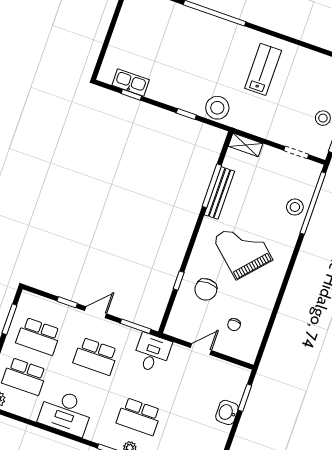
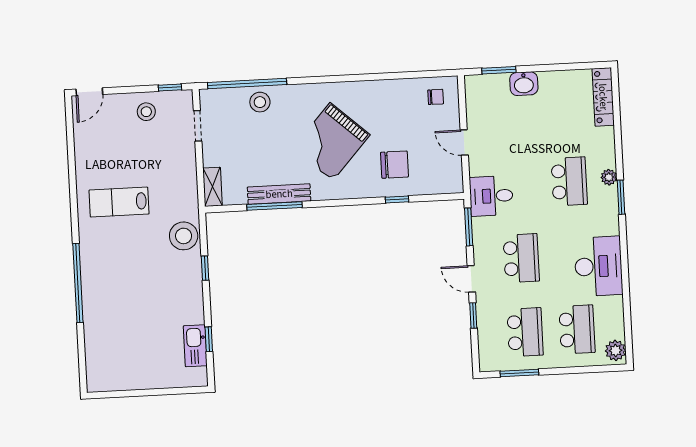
chair: (234, 325) -> (436, 97), moved

